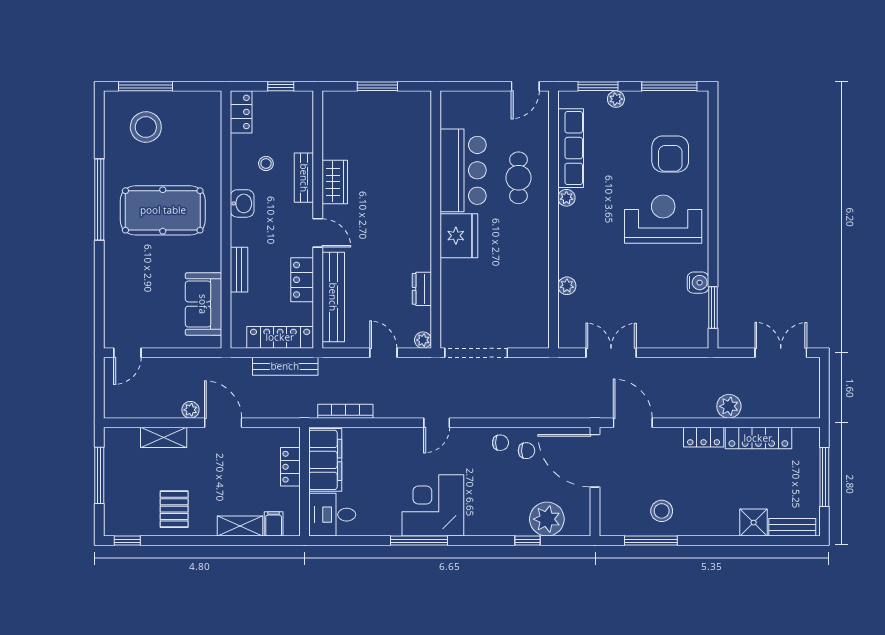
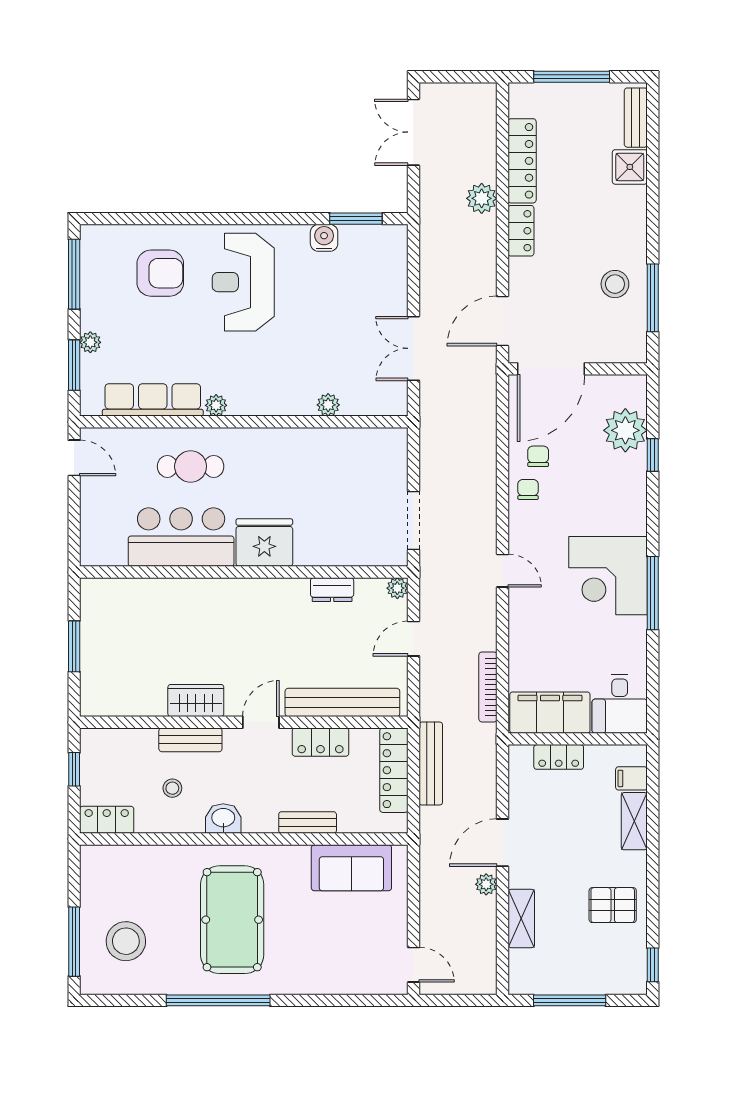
doorway: (476, 353) -> (413, 520), width x0.73

